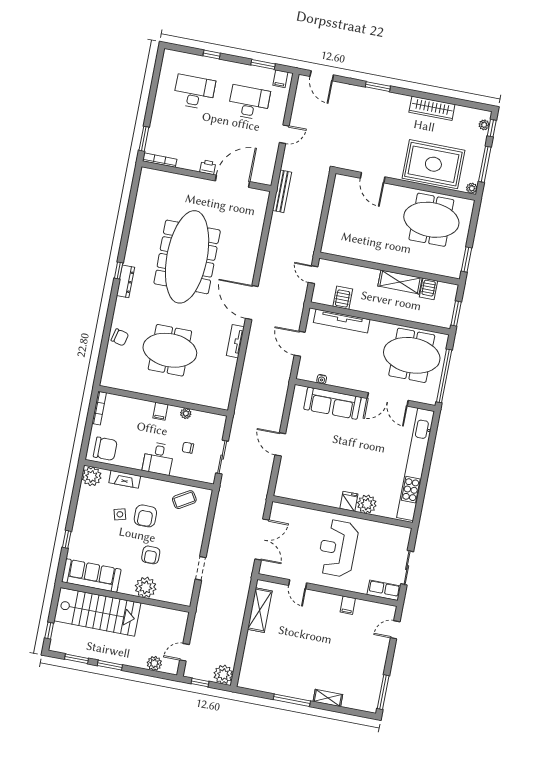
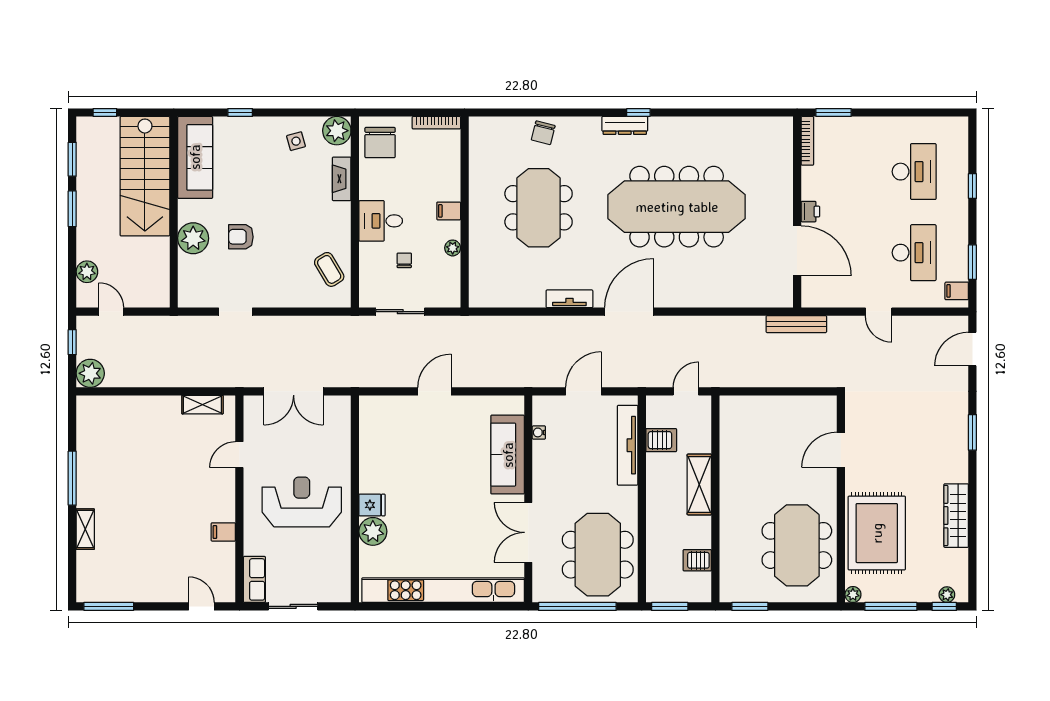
shelving: (400, 282) -> (699, 484), moved
side table: (120, 514) -> (296, 141), moved
armchair: (145, 516) -> (295, 218), removed
shelving: (260, 610) -> (202, 405), width x0.67, depth x0.75

